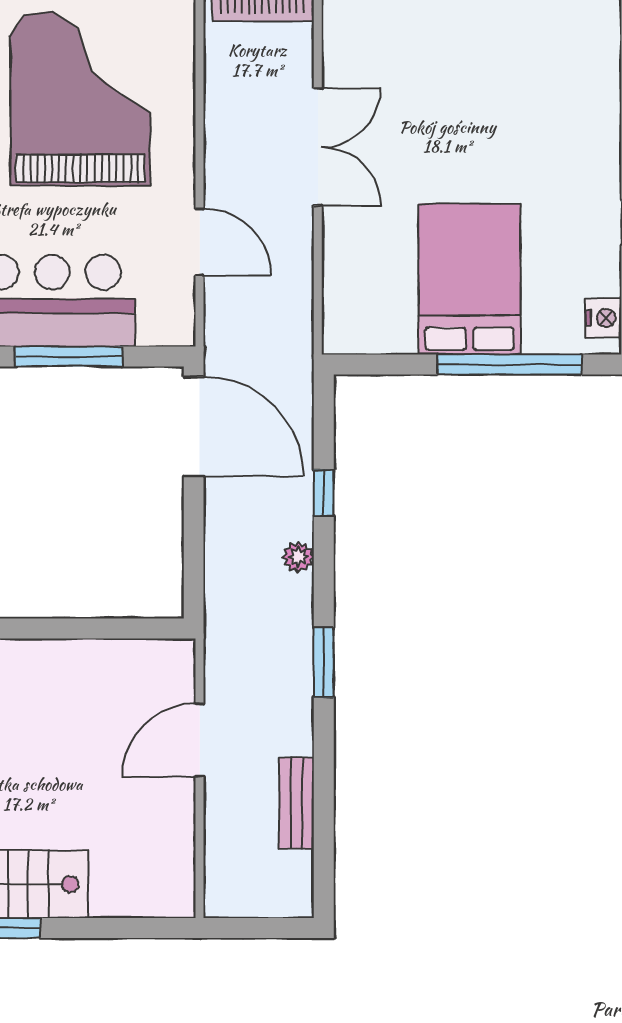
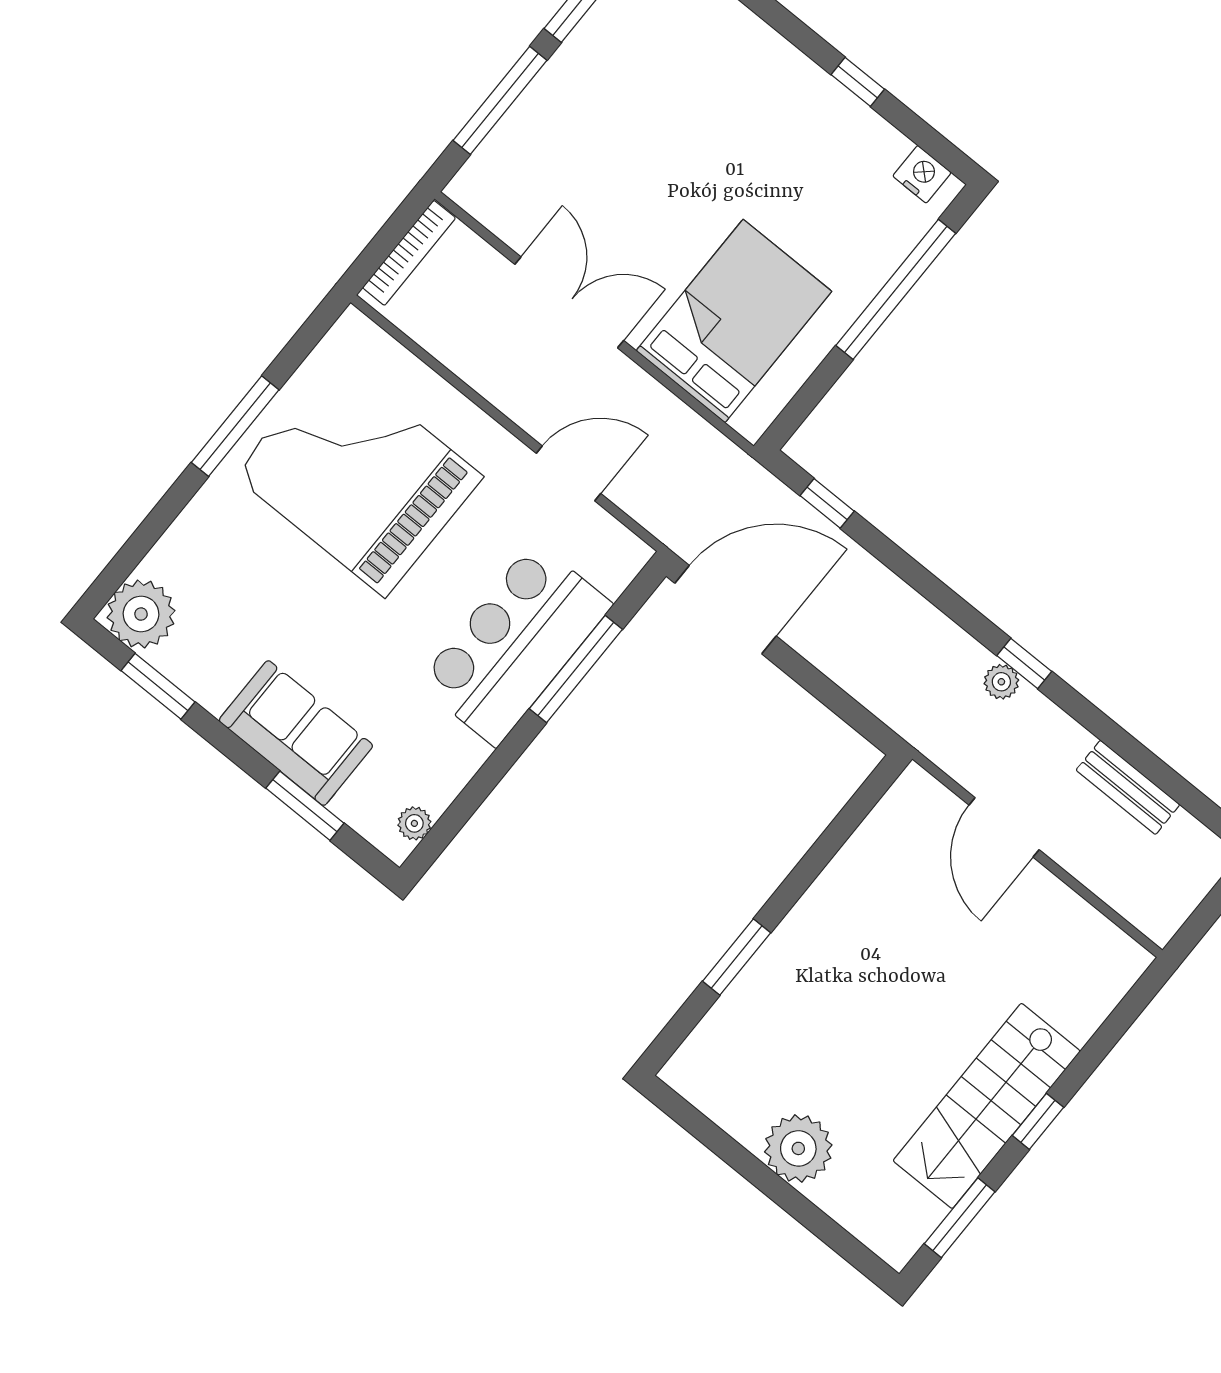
bed: (470, 279) -> (734, 321), moved, turned 90
window: (324, 493) -> (827, 503), moved
plant: (298, 557) -> (1001, 682), moved
window: (324, 662) -> (1024, 663), width x0.67

